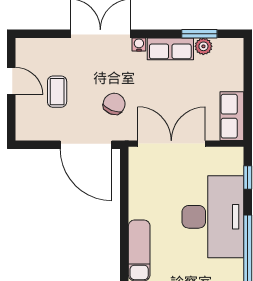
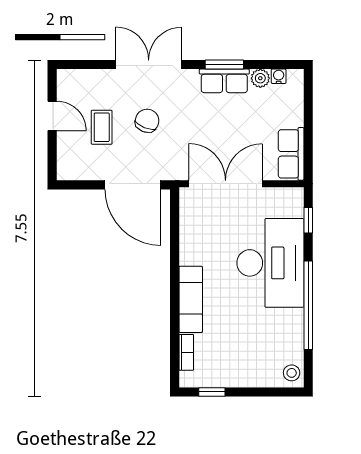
window: (199, 34) -> (224, 65), moved
water cooler: (139, 44) -> (279, 76), moved
chair: (114, 104) -> (147, 121), moved

